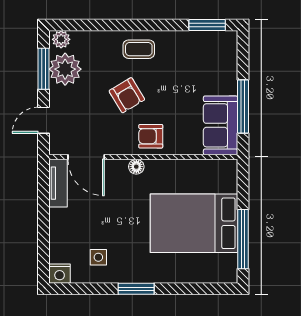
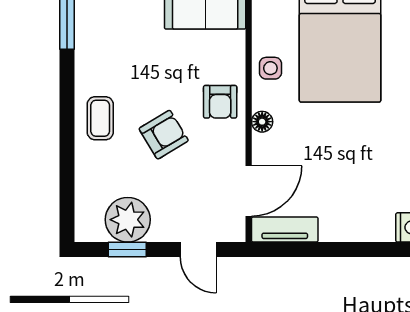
plant: (61, 39) -> (87, 225), removed
window: (43, 69) -> (127, 250), width x0.67
side table: (98, 257) -> (270, 68), moved

